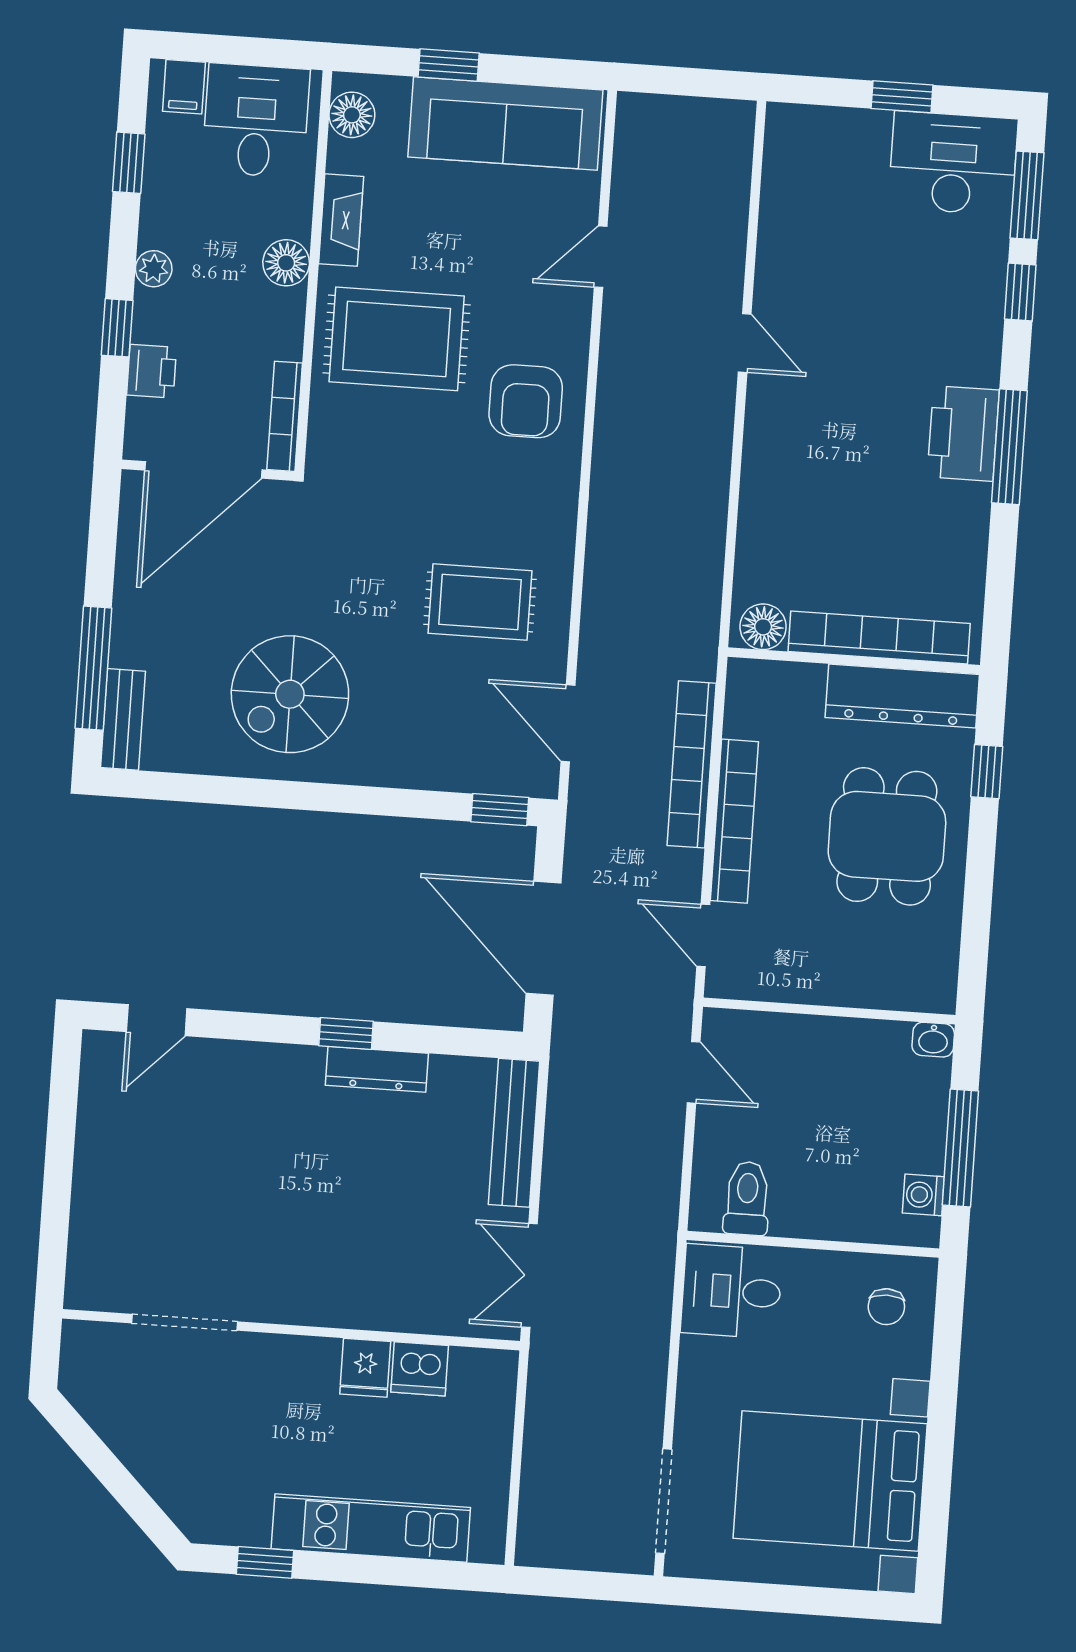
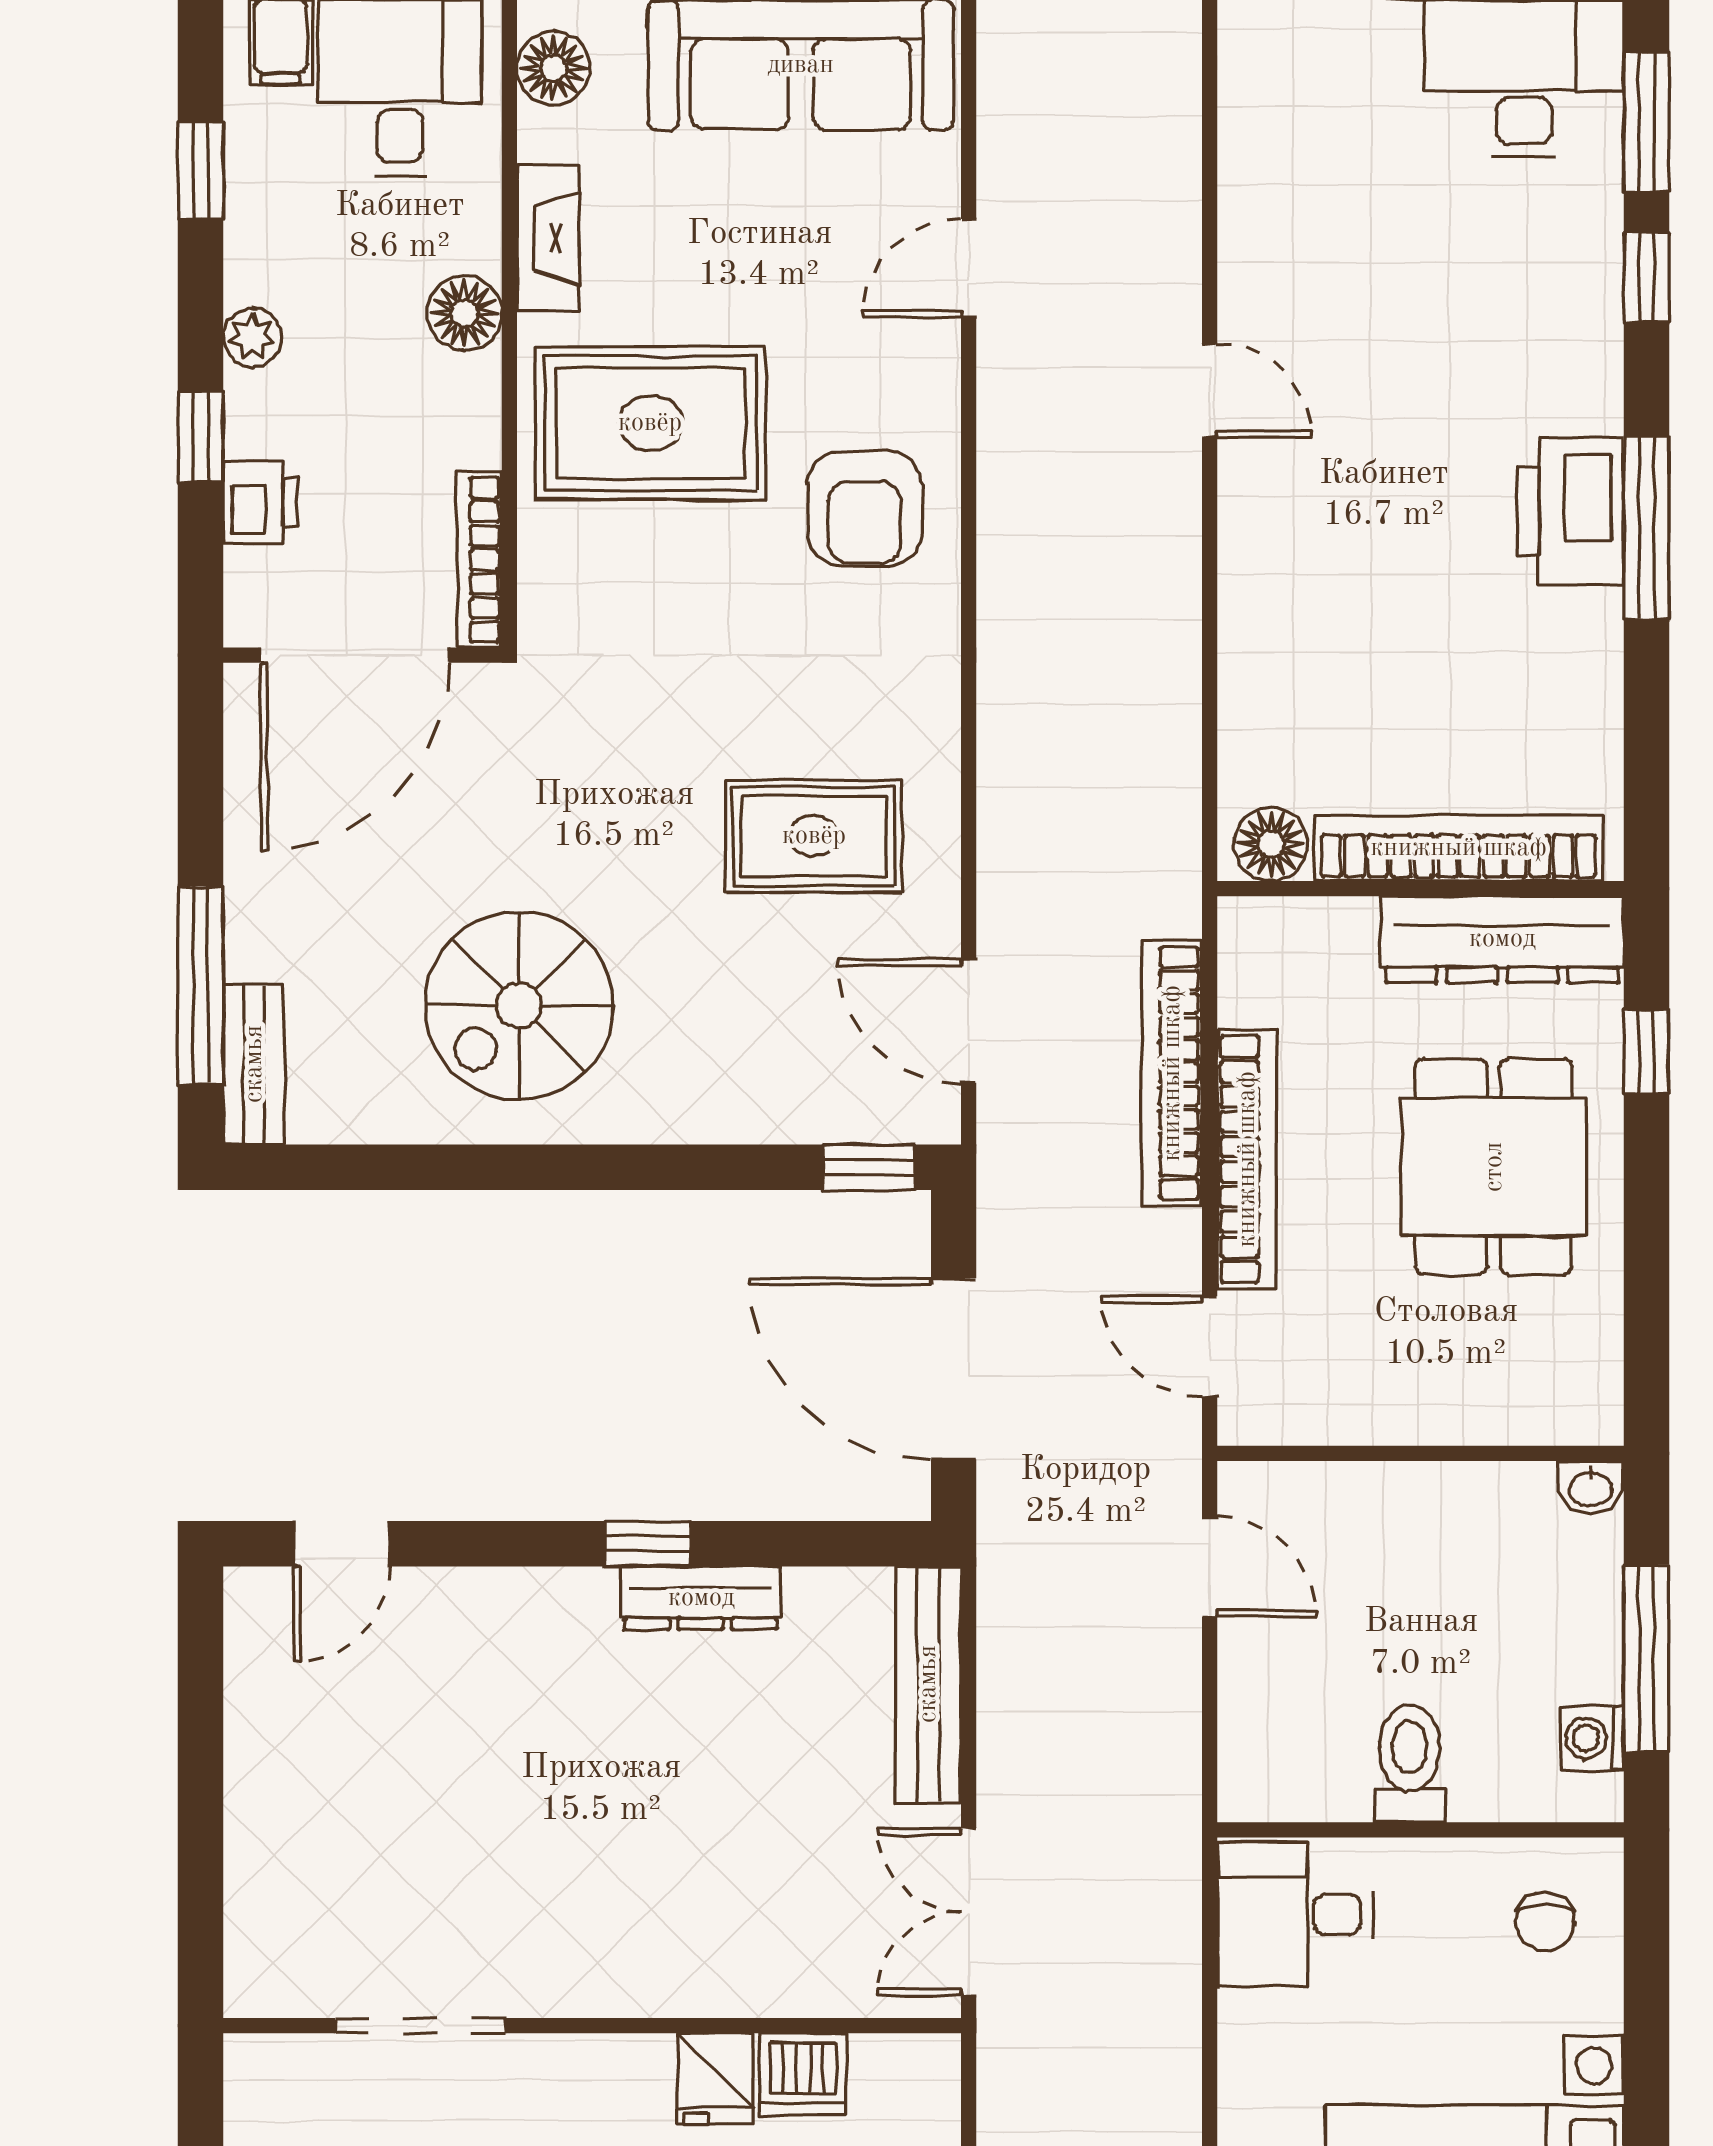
toilet: (747, 1198) -> (1410, 1763), moved

